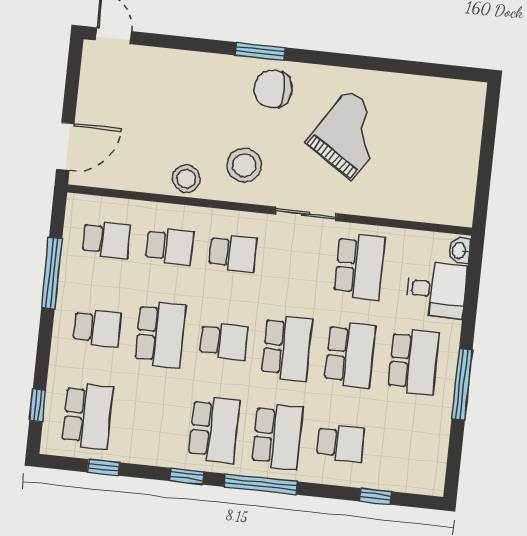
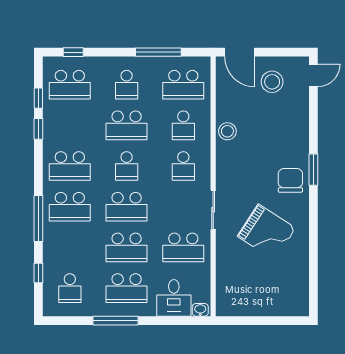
stool: (244, 165) -> (272, 82), moved
school desk: (106, 239) -> (183, 85), width x1.85
school desk: (341, 443) -> (70, 288), moved
window: (187, 476) -> (38, 129), moved
window: (260, 484) -> (38, 218), moved

